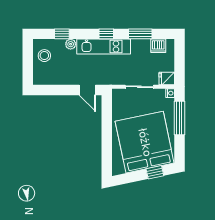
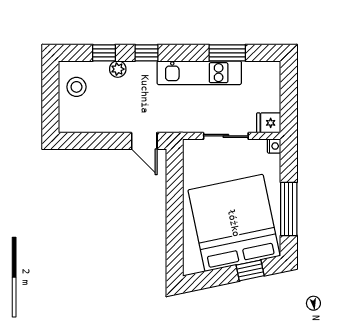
window: (106, 34) -> (146, 53), moved
kitchen unit: (104, 46) -> (199, 73), moved
dishwasher: (158, 46) -> (255, 72), removed
window: (179, 118) -> (289, 209), moved

